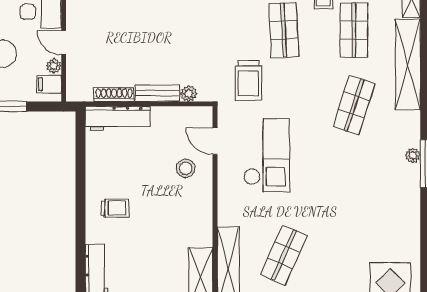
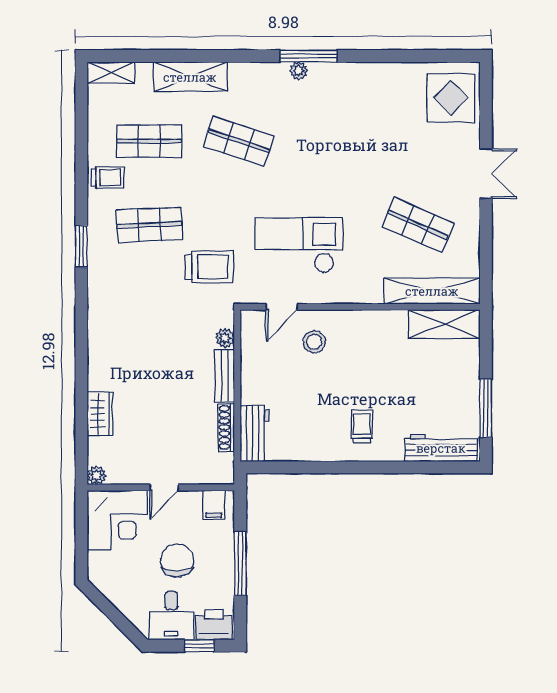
shelving: (408, 65) -> (190, 77), width x0.68
plant: (54, 66) -> (192, 499), removed
workbench: (118, 118) -> (255, 434), width x0.73

